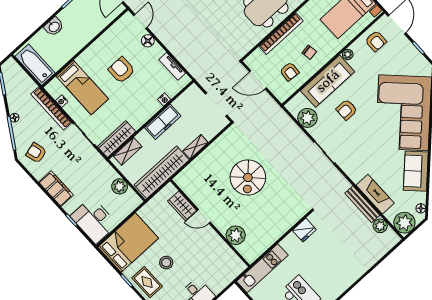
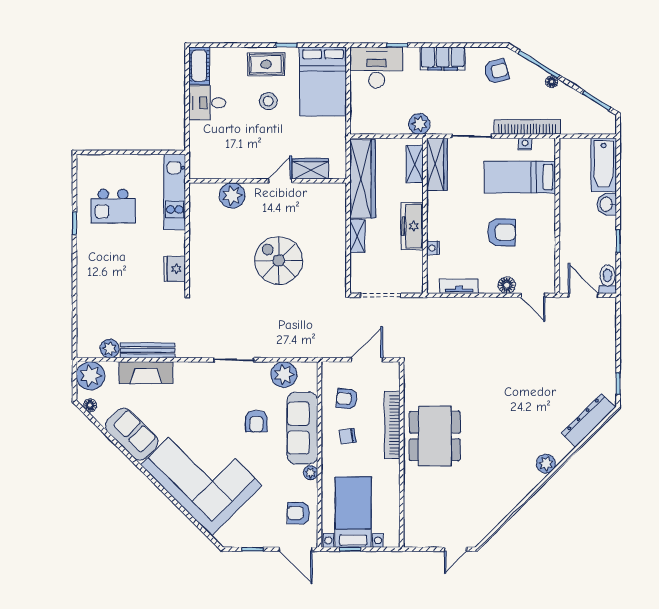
bathtub: (35, 65) -> (604, 165), moved, turned 90
armchair: (347, 110) -> (256, 421), turned 180
plant: (120, 186) -> (419, 124), moved

